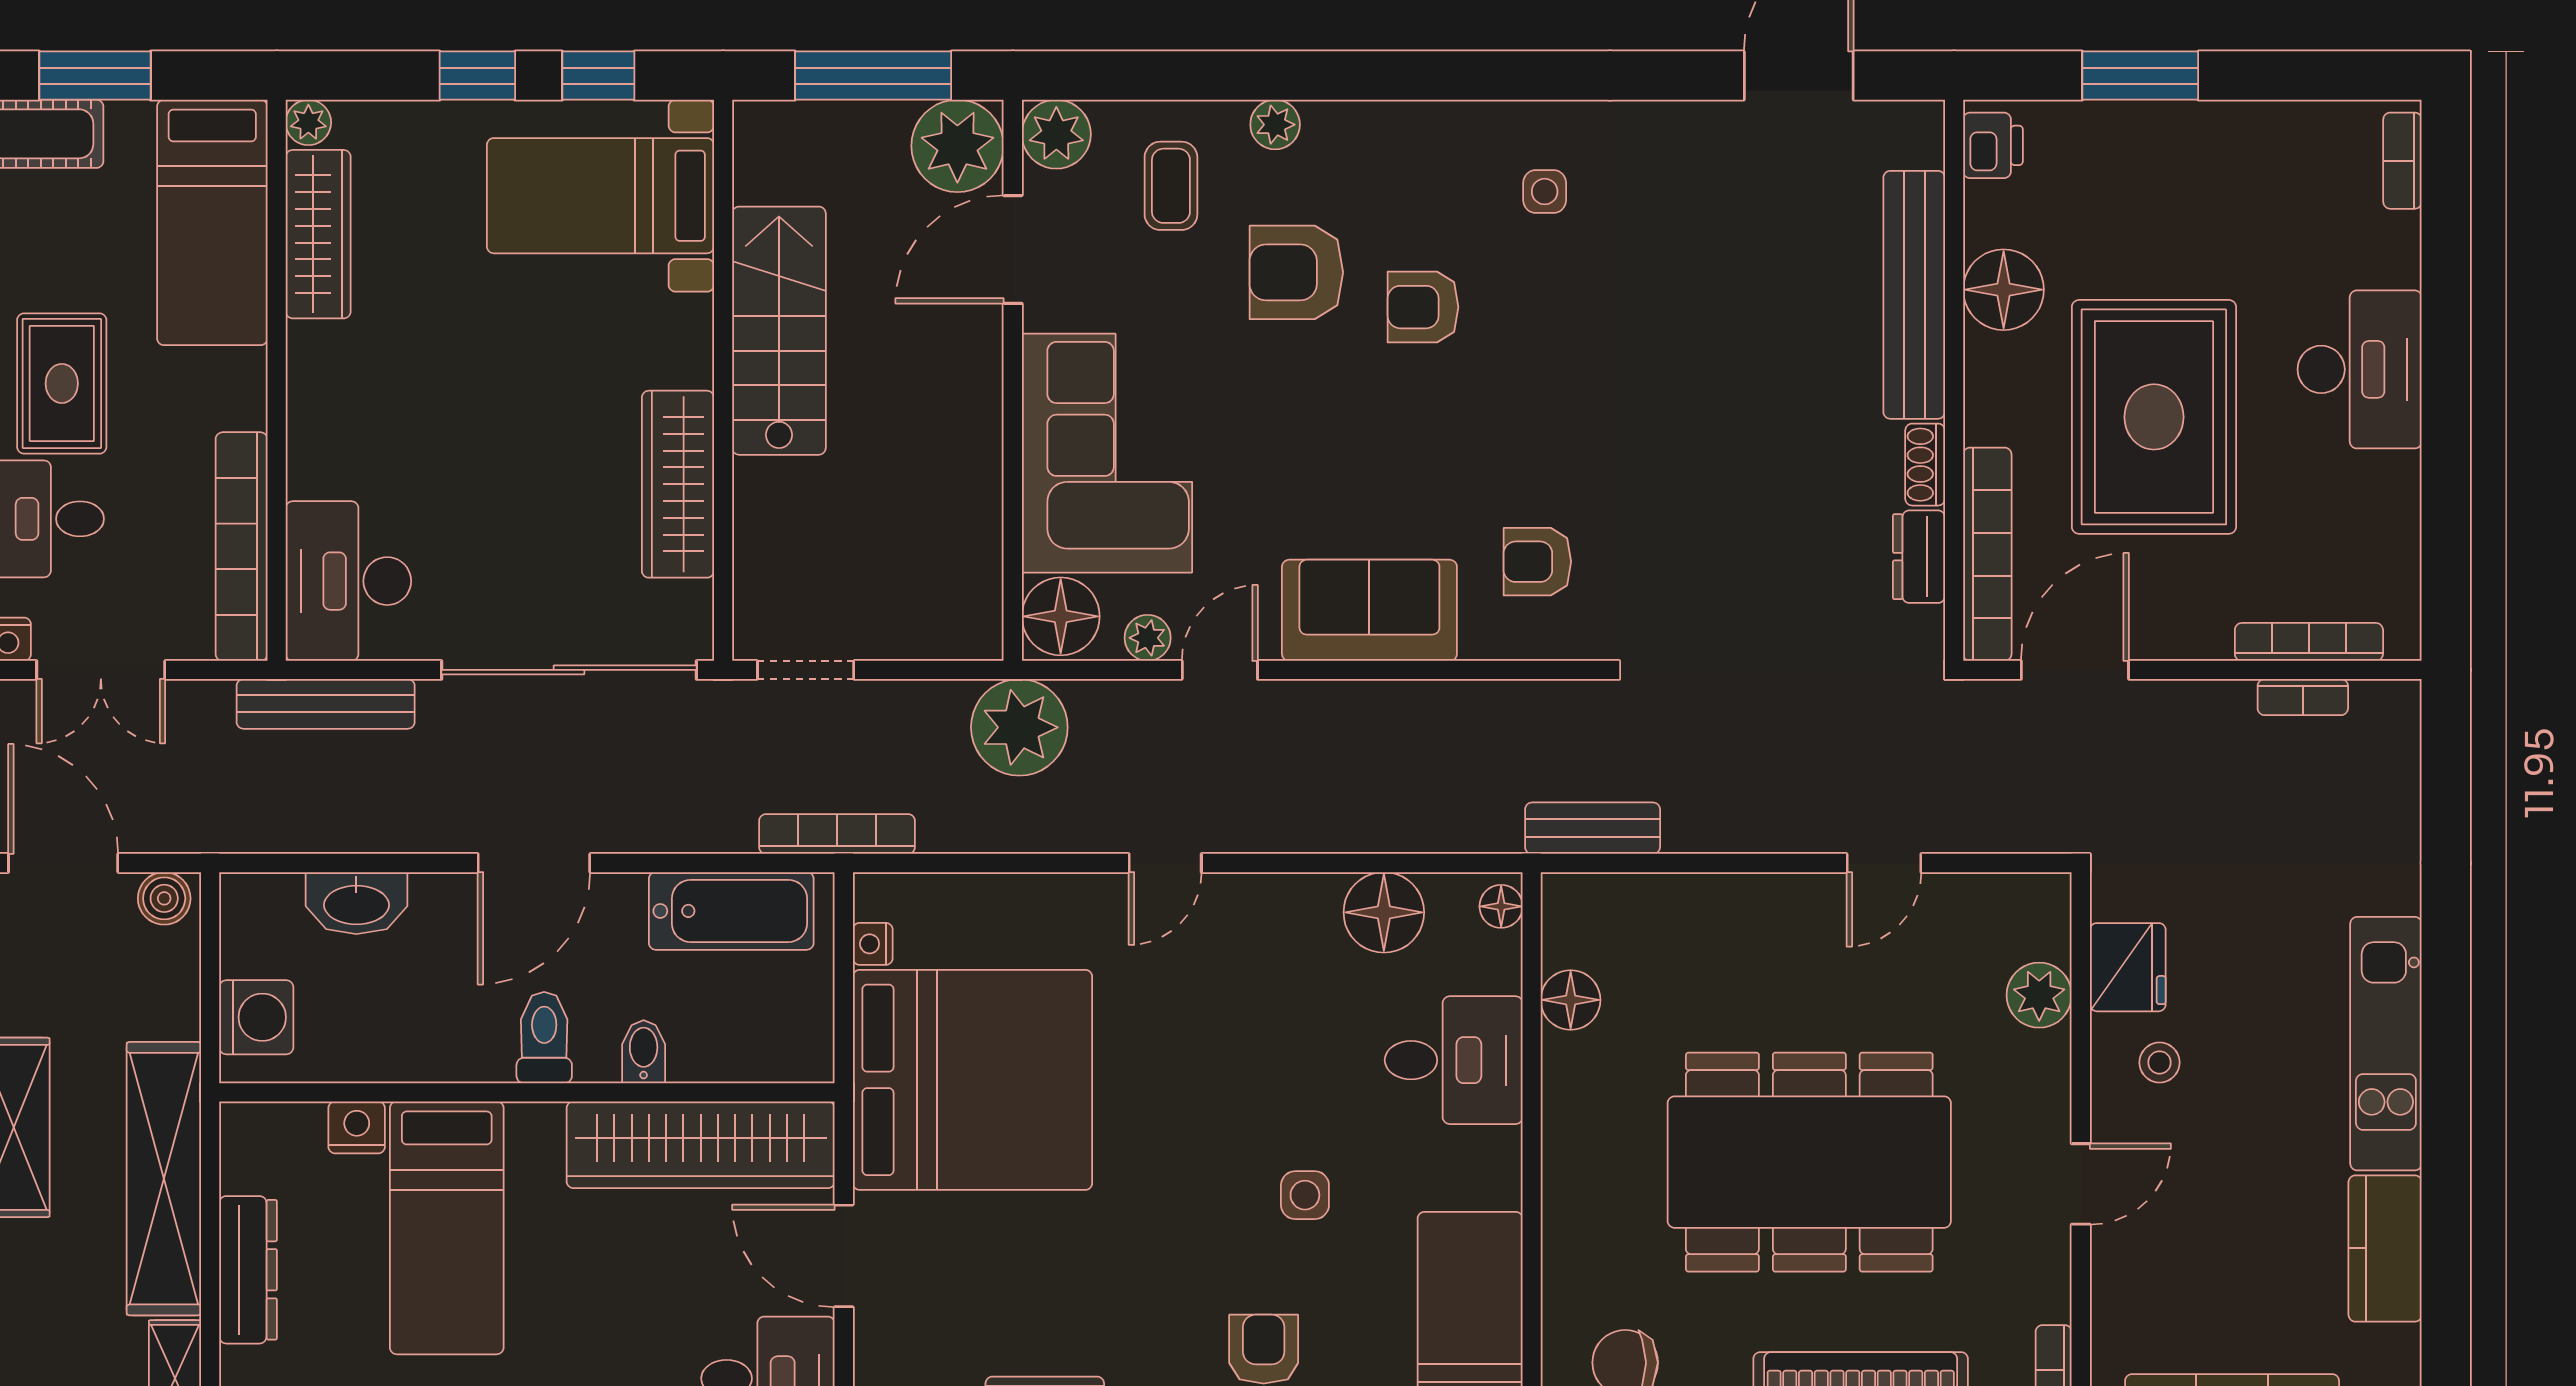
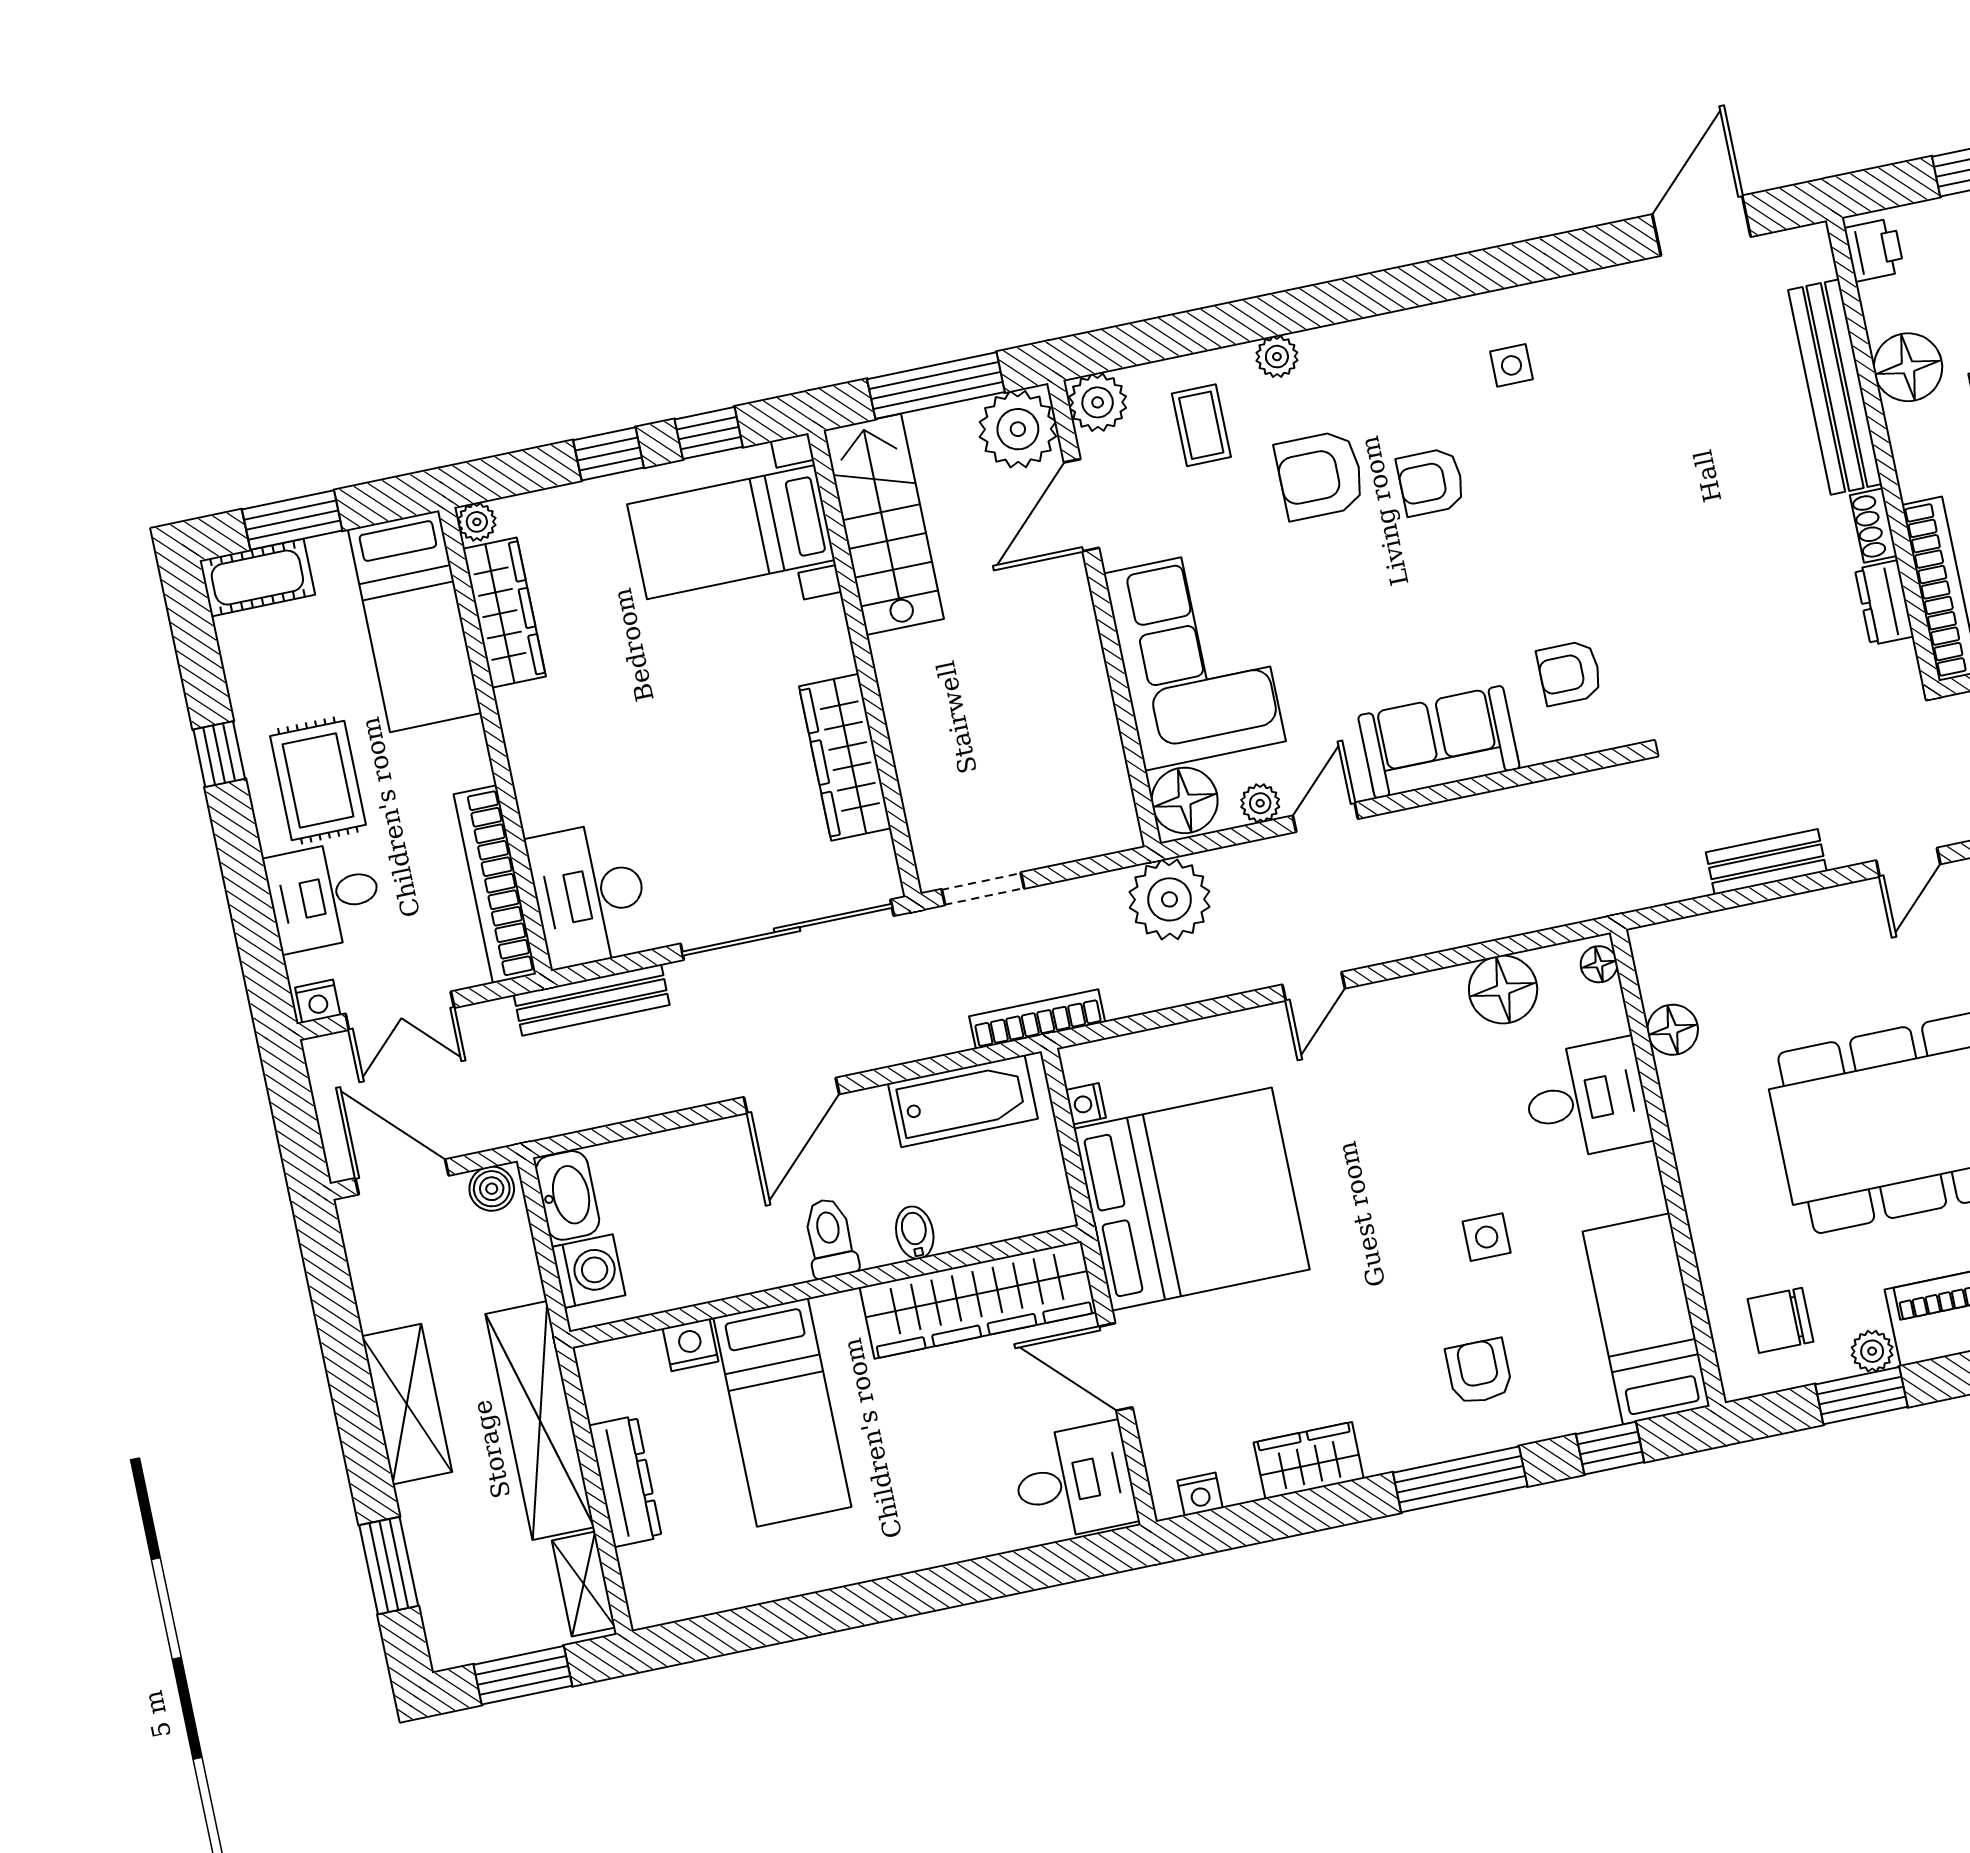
stairs: (779, 331) -> (884, 524), moved
bench: (1593, 828) -> (1766, 862), moved
washbasin: (356, 903) -> (567, 1195), moved, turned -90

